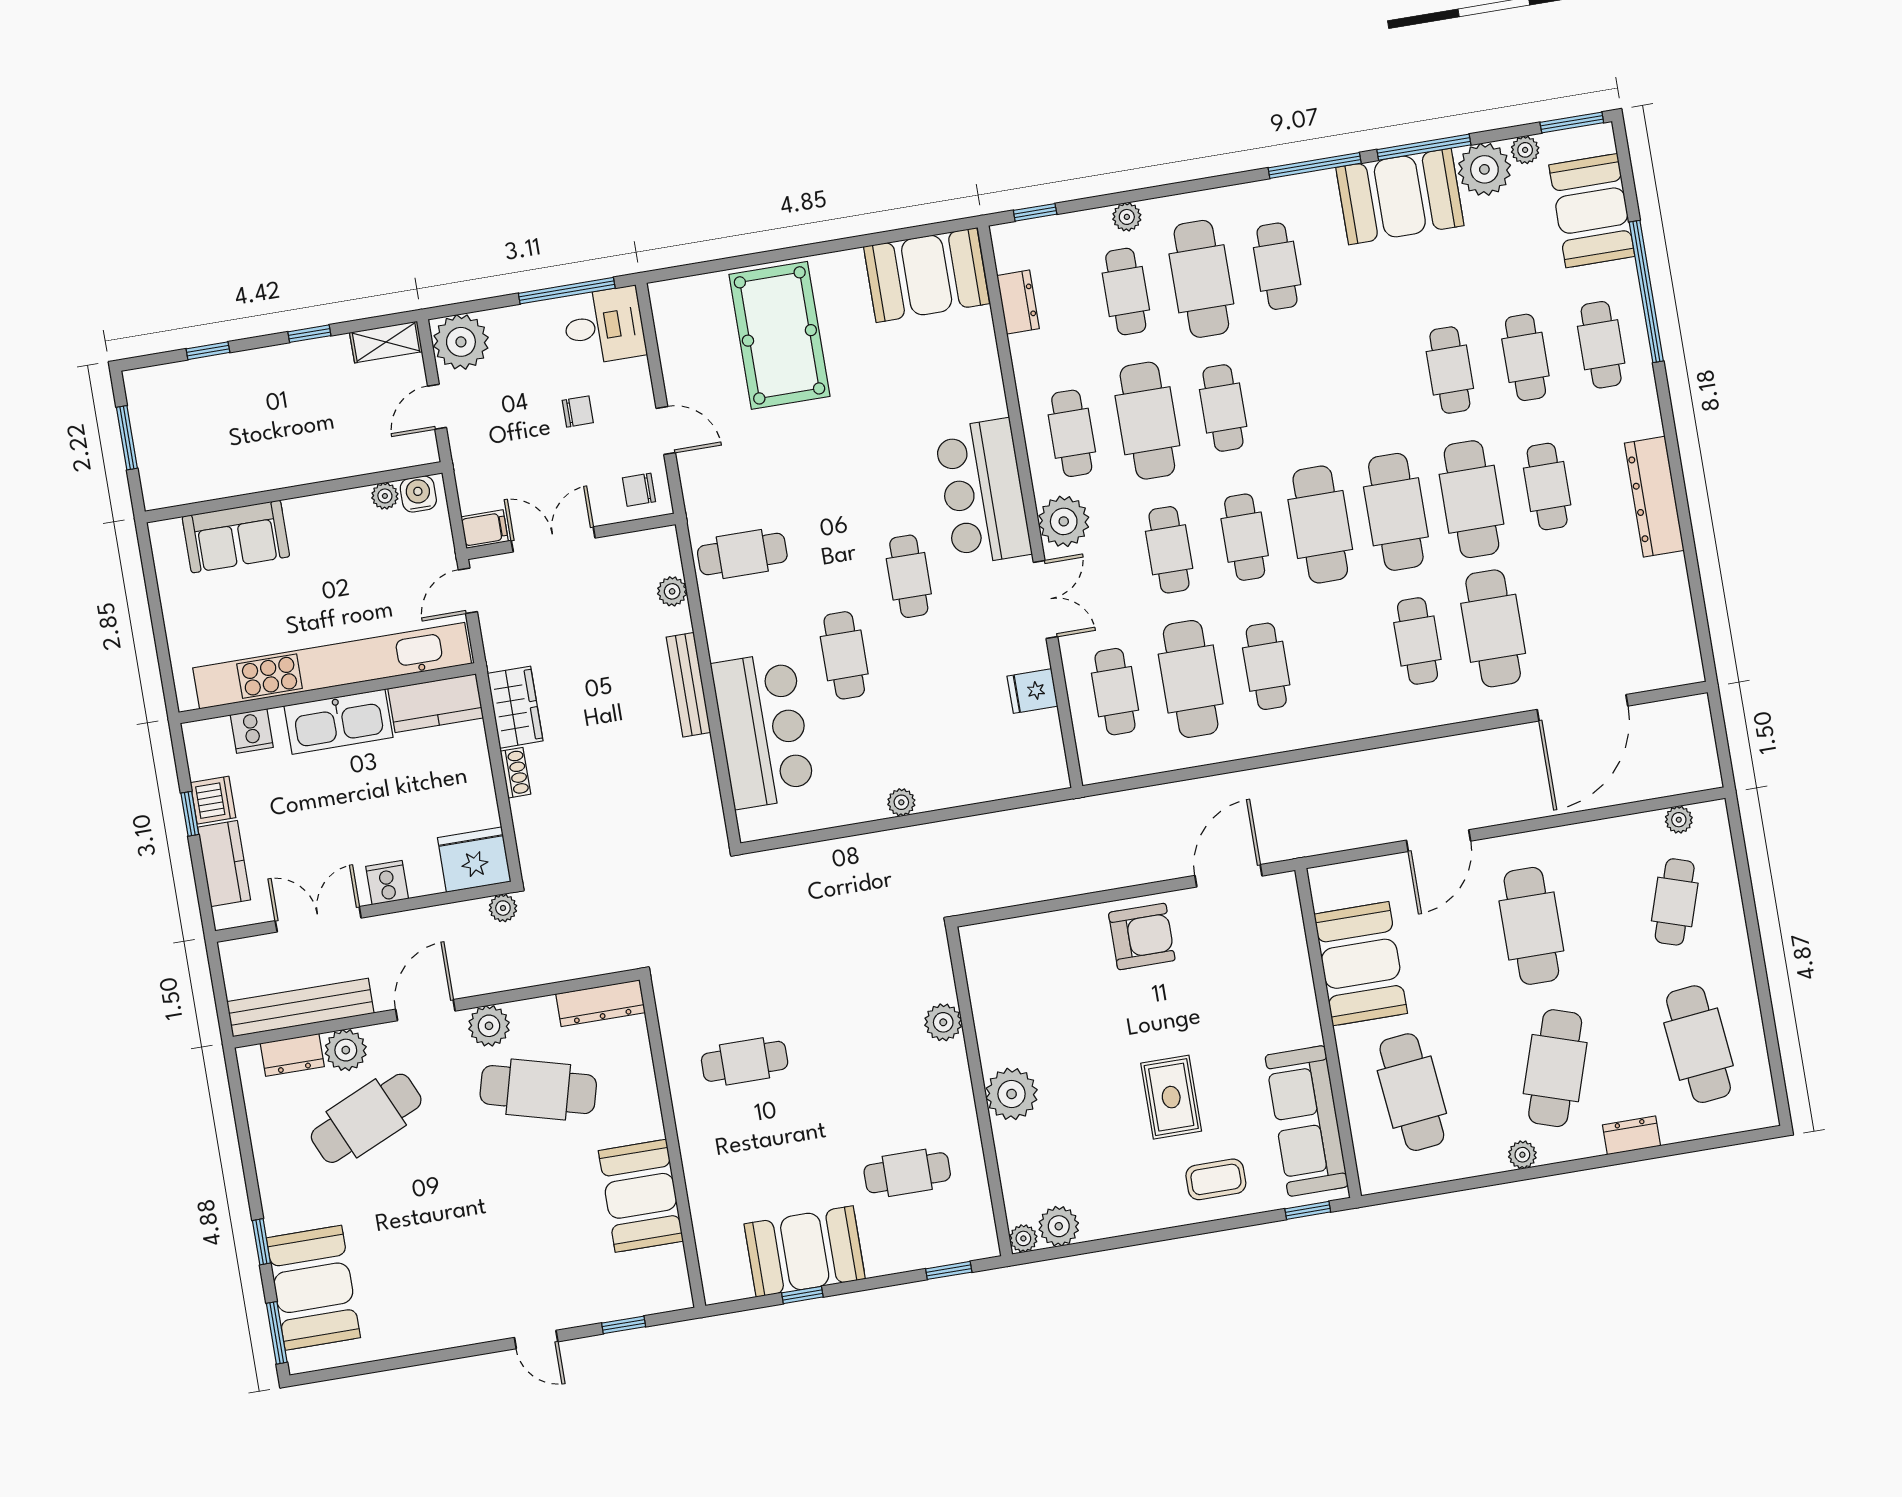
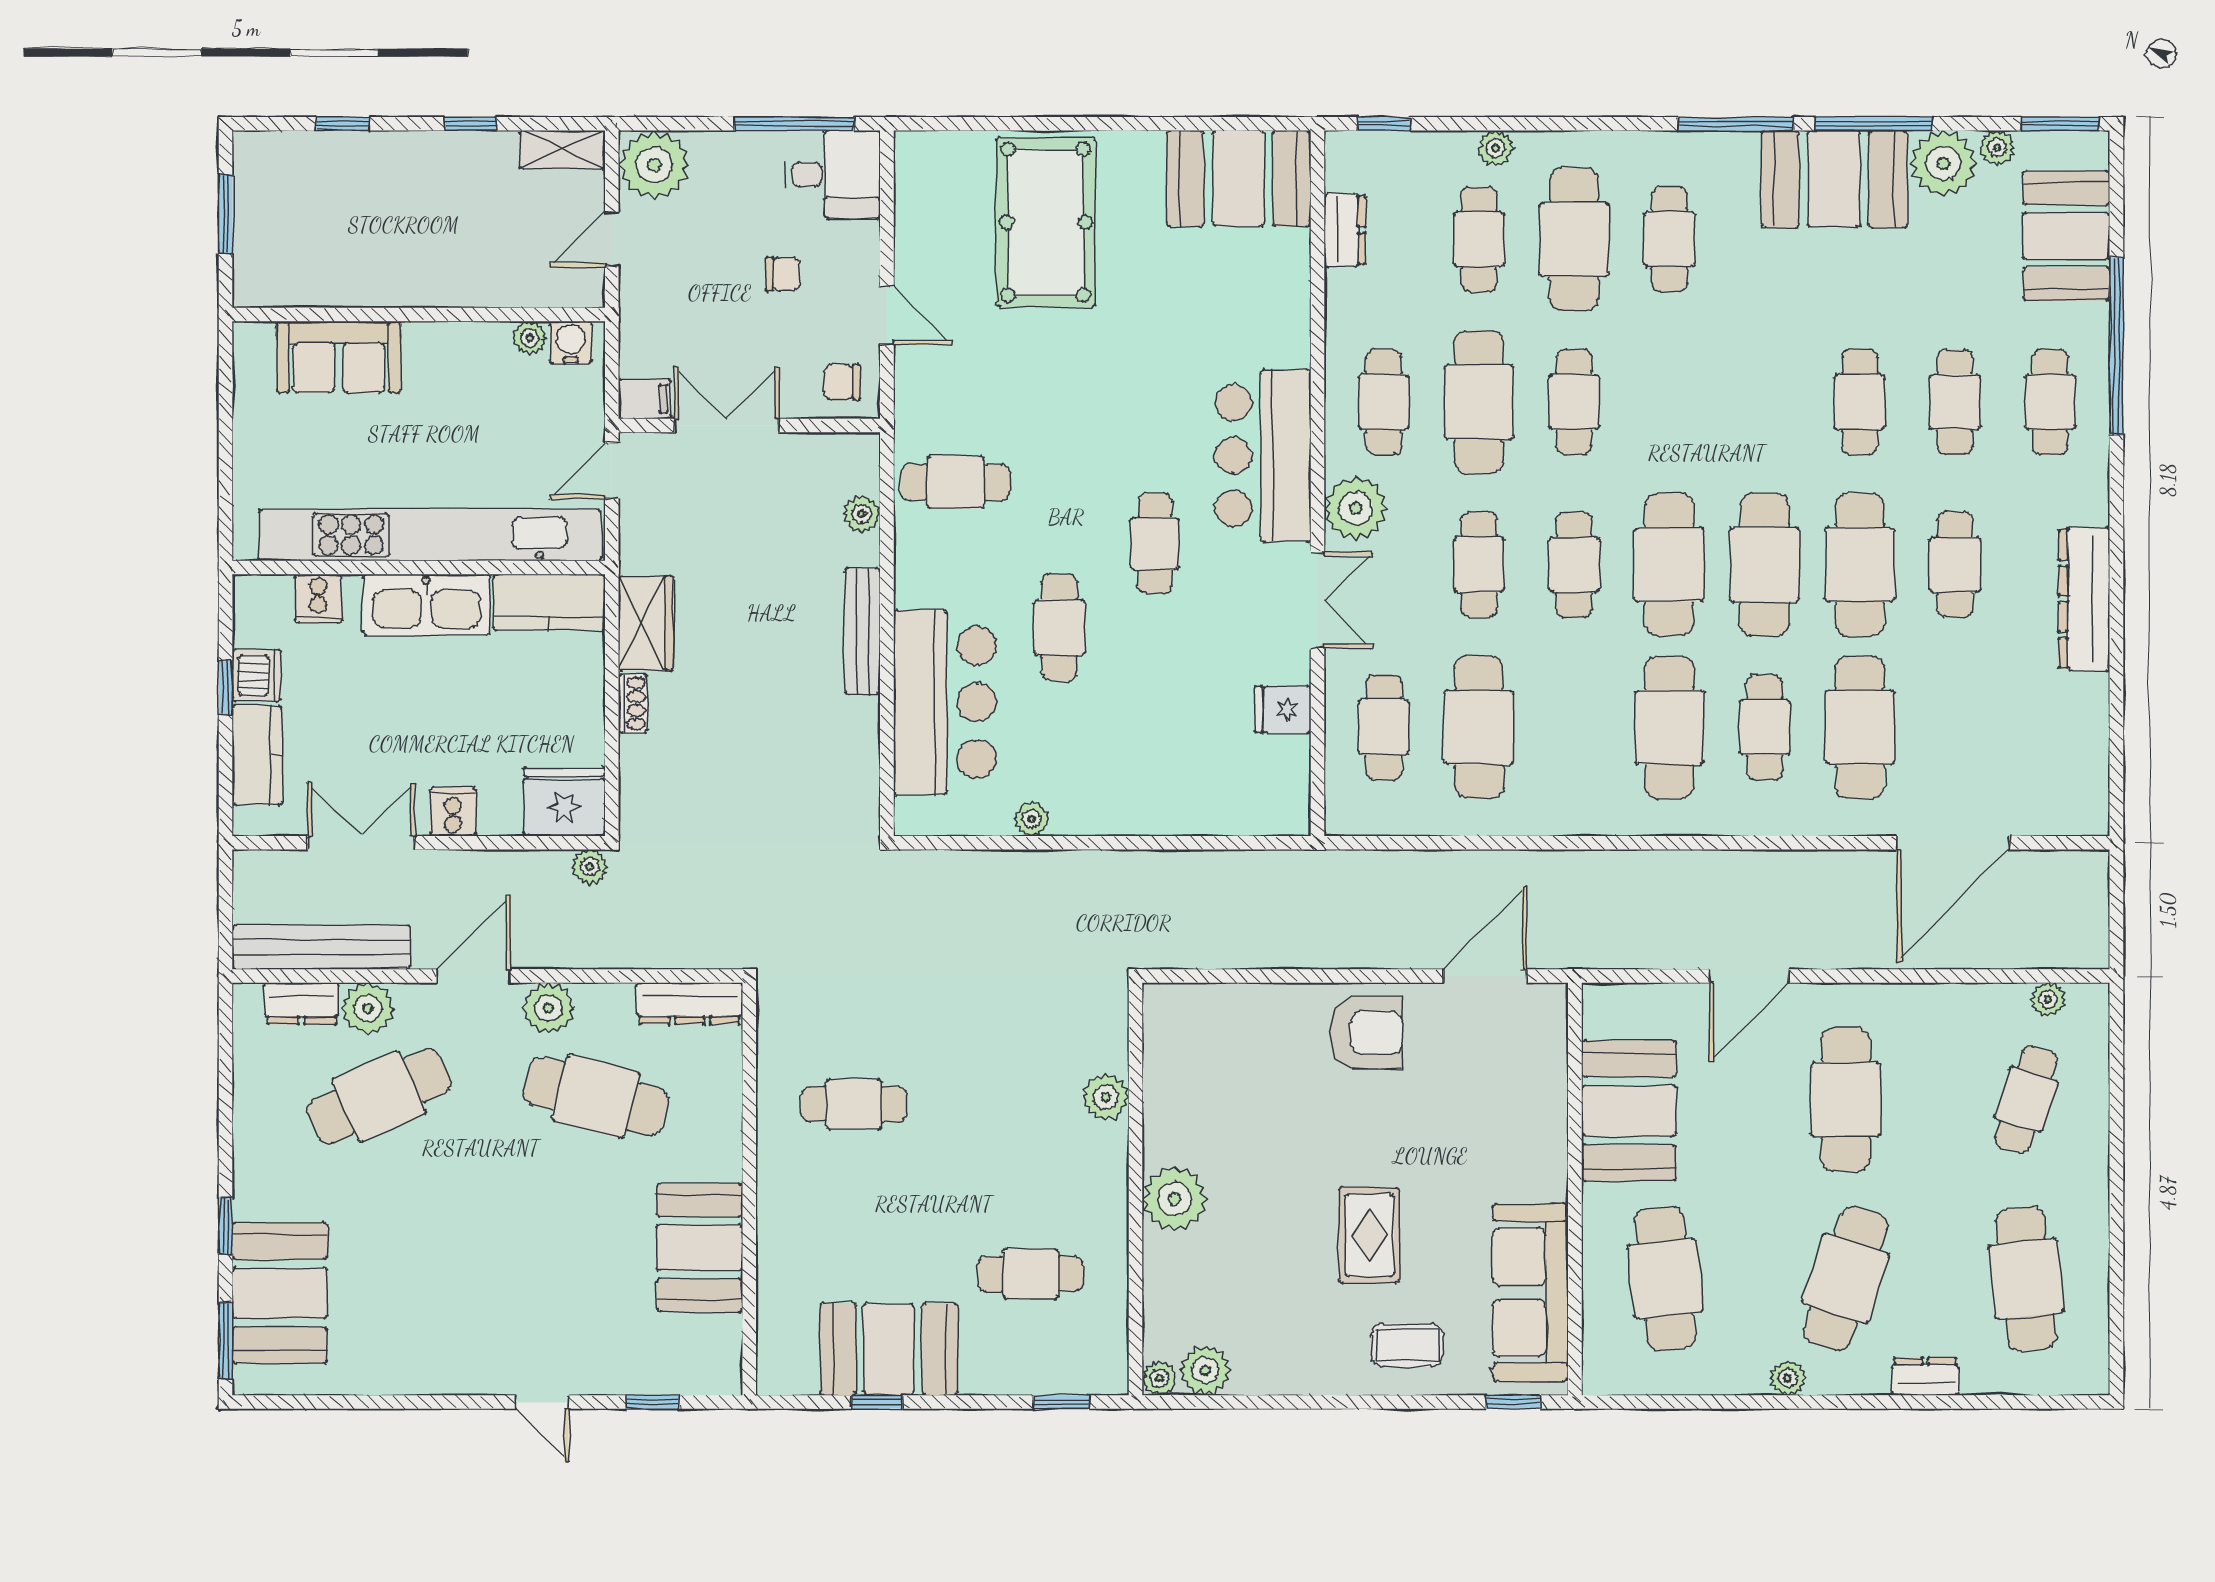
cafe table: (1266, 666) -> (1669, 727), moved, width x1.37, depth x1.35
plant: (901, 802) -> (1032, 819), moved

